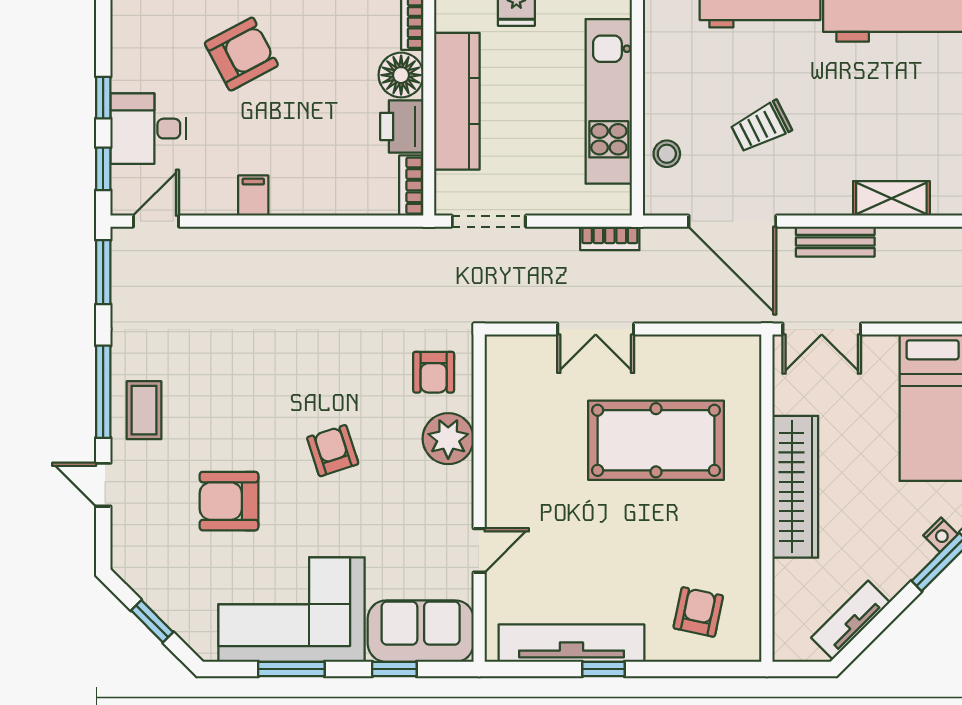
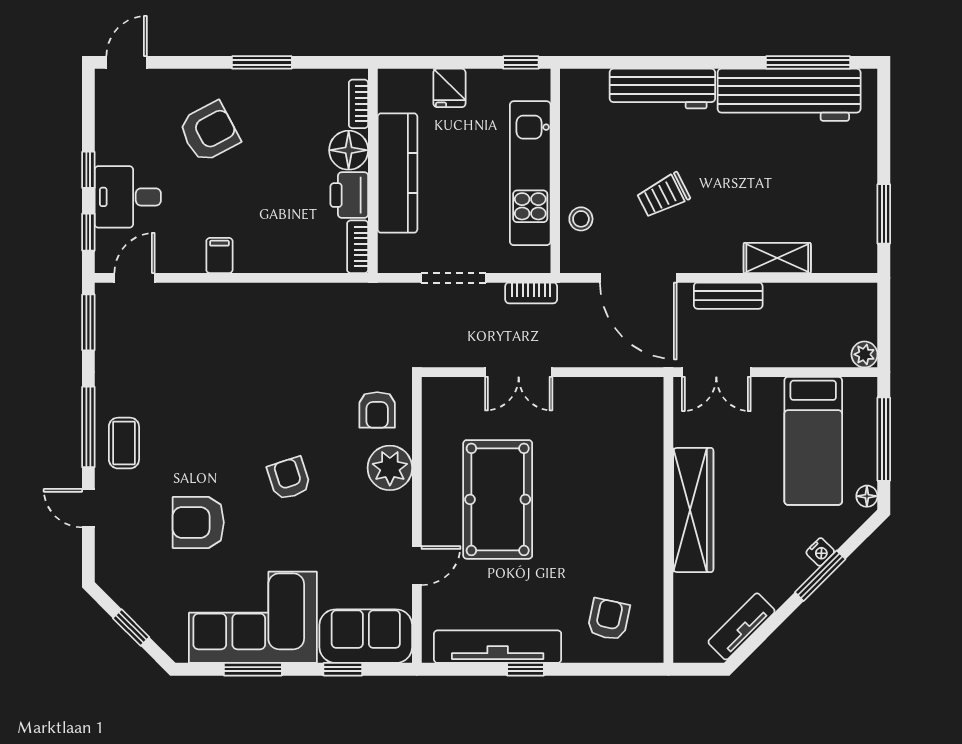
doorway: (489, 221) -> (454, 278), moved
pool table: (656, 440) -> (498, 499), moved, turned 90

